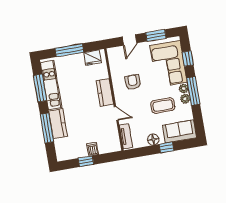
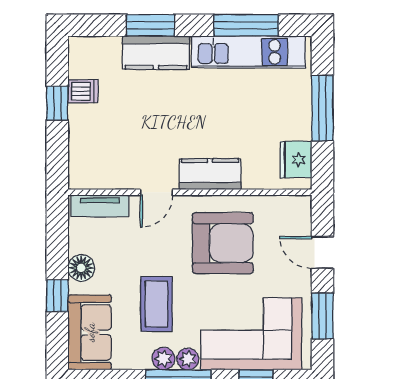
armchair: (133, 82) -> (223, 243), width x1.88, depth x1.88
window: (47, 128) -> (150, 25), width x0.69
dishwasher: (93, 149) -> (83, 91), moved

